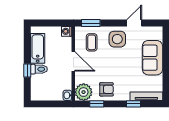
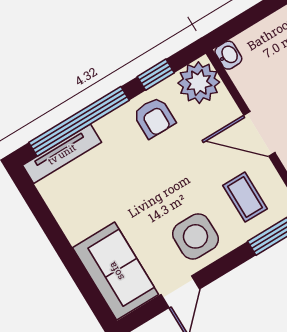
sofa: (152, 58) -> (116, 271), moved
armchair: (106, 89) -> (154, 117), turned -90
window: (133, 104) -> (79, 121), width x3.17

